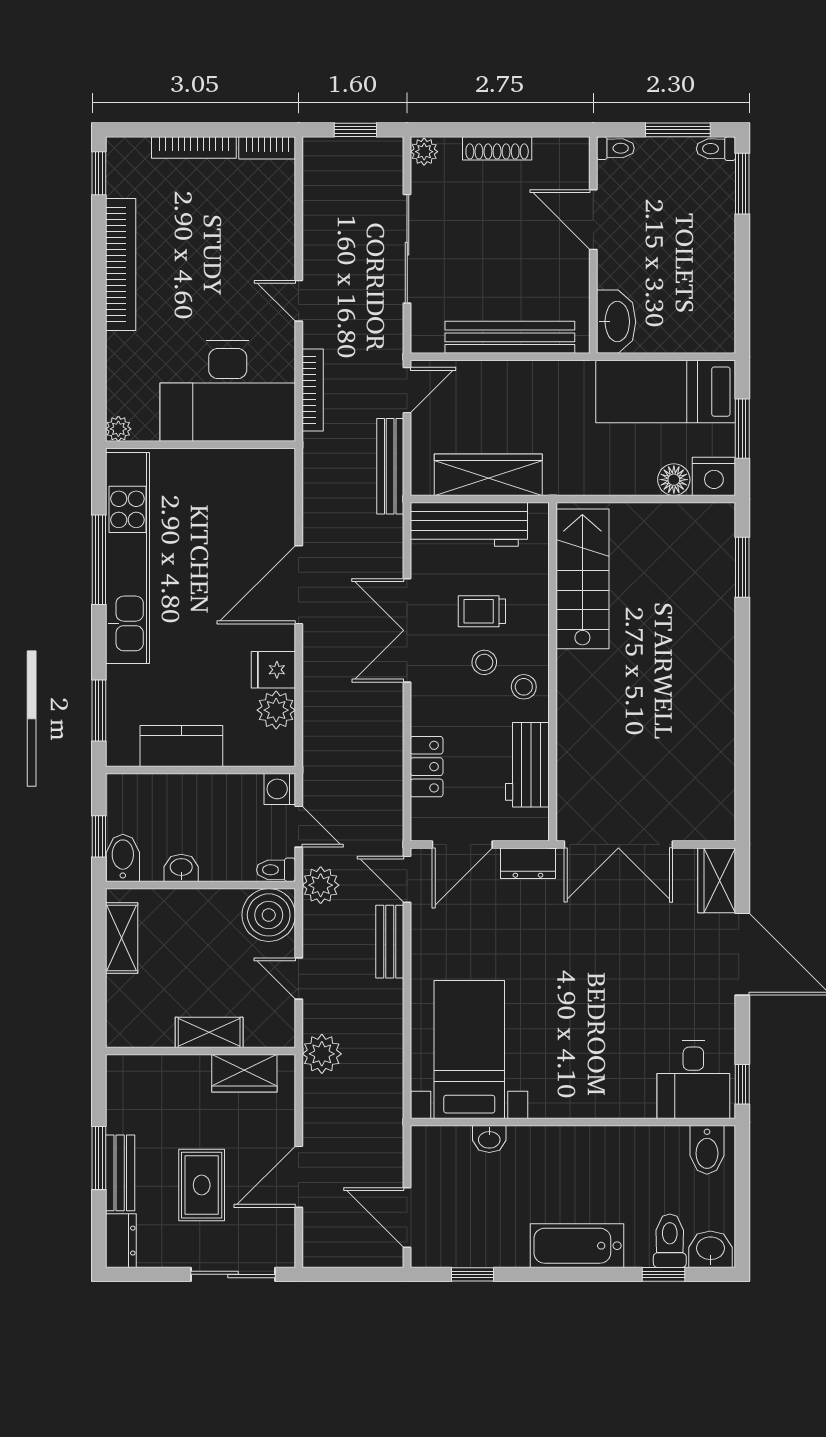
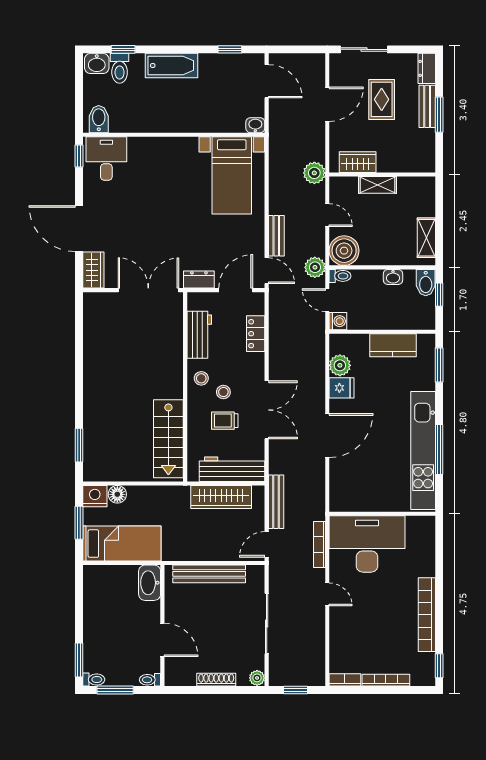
plant: (118, 429) -> (428, 523), removed
trolley: (482, 611) -> (225, 421), turned 180
washbasin: (489, 1139) -> (255, 125), moved

